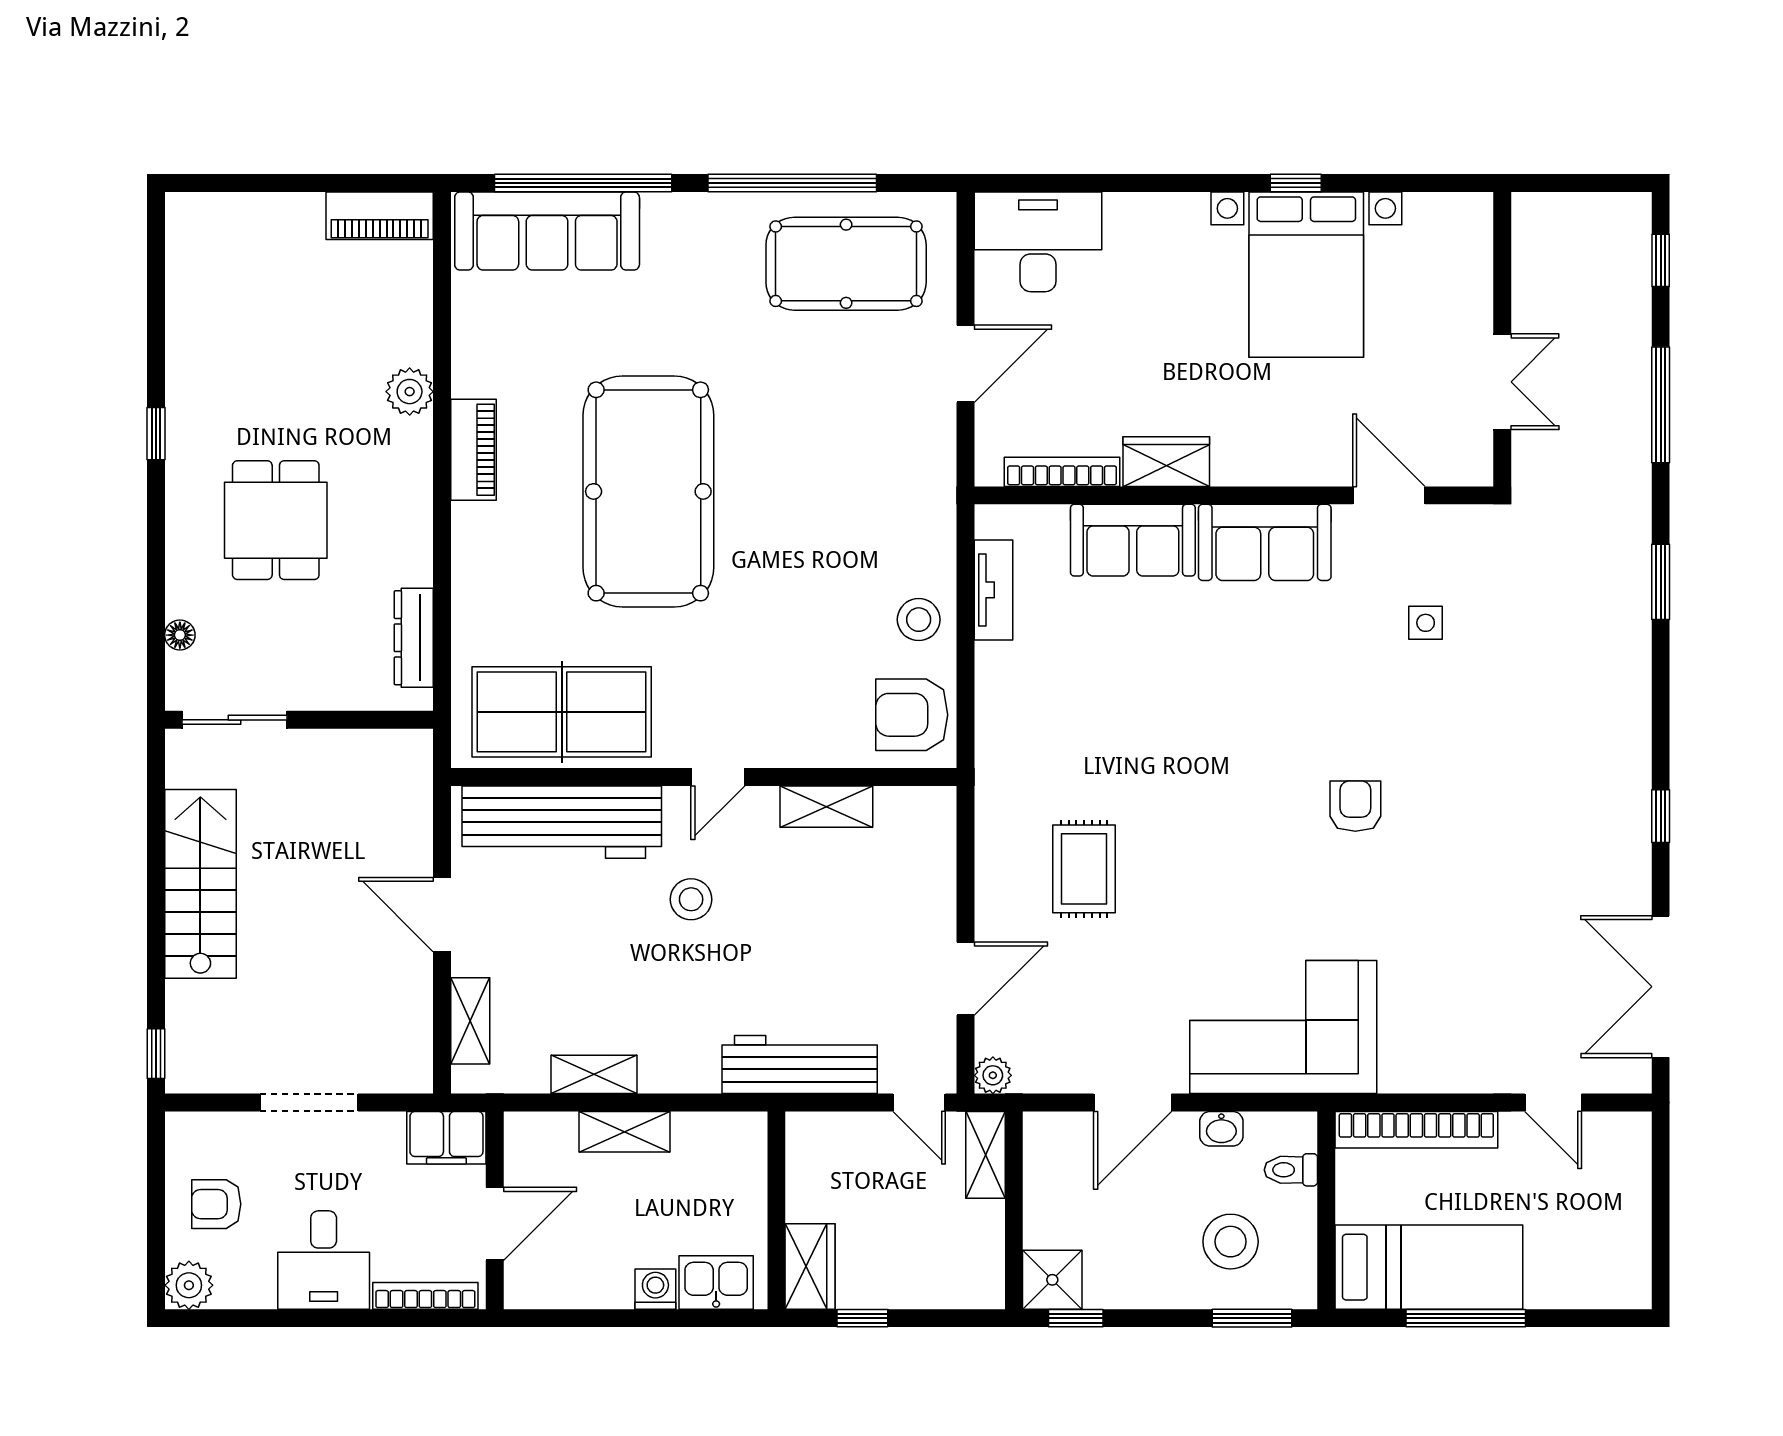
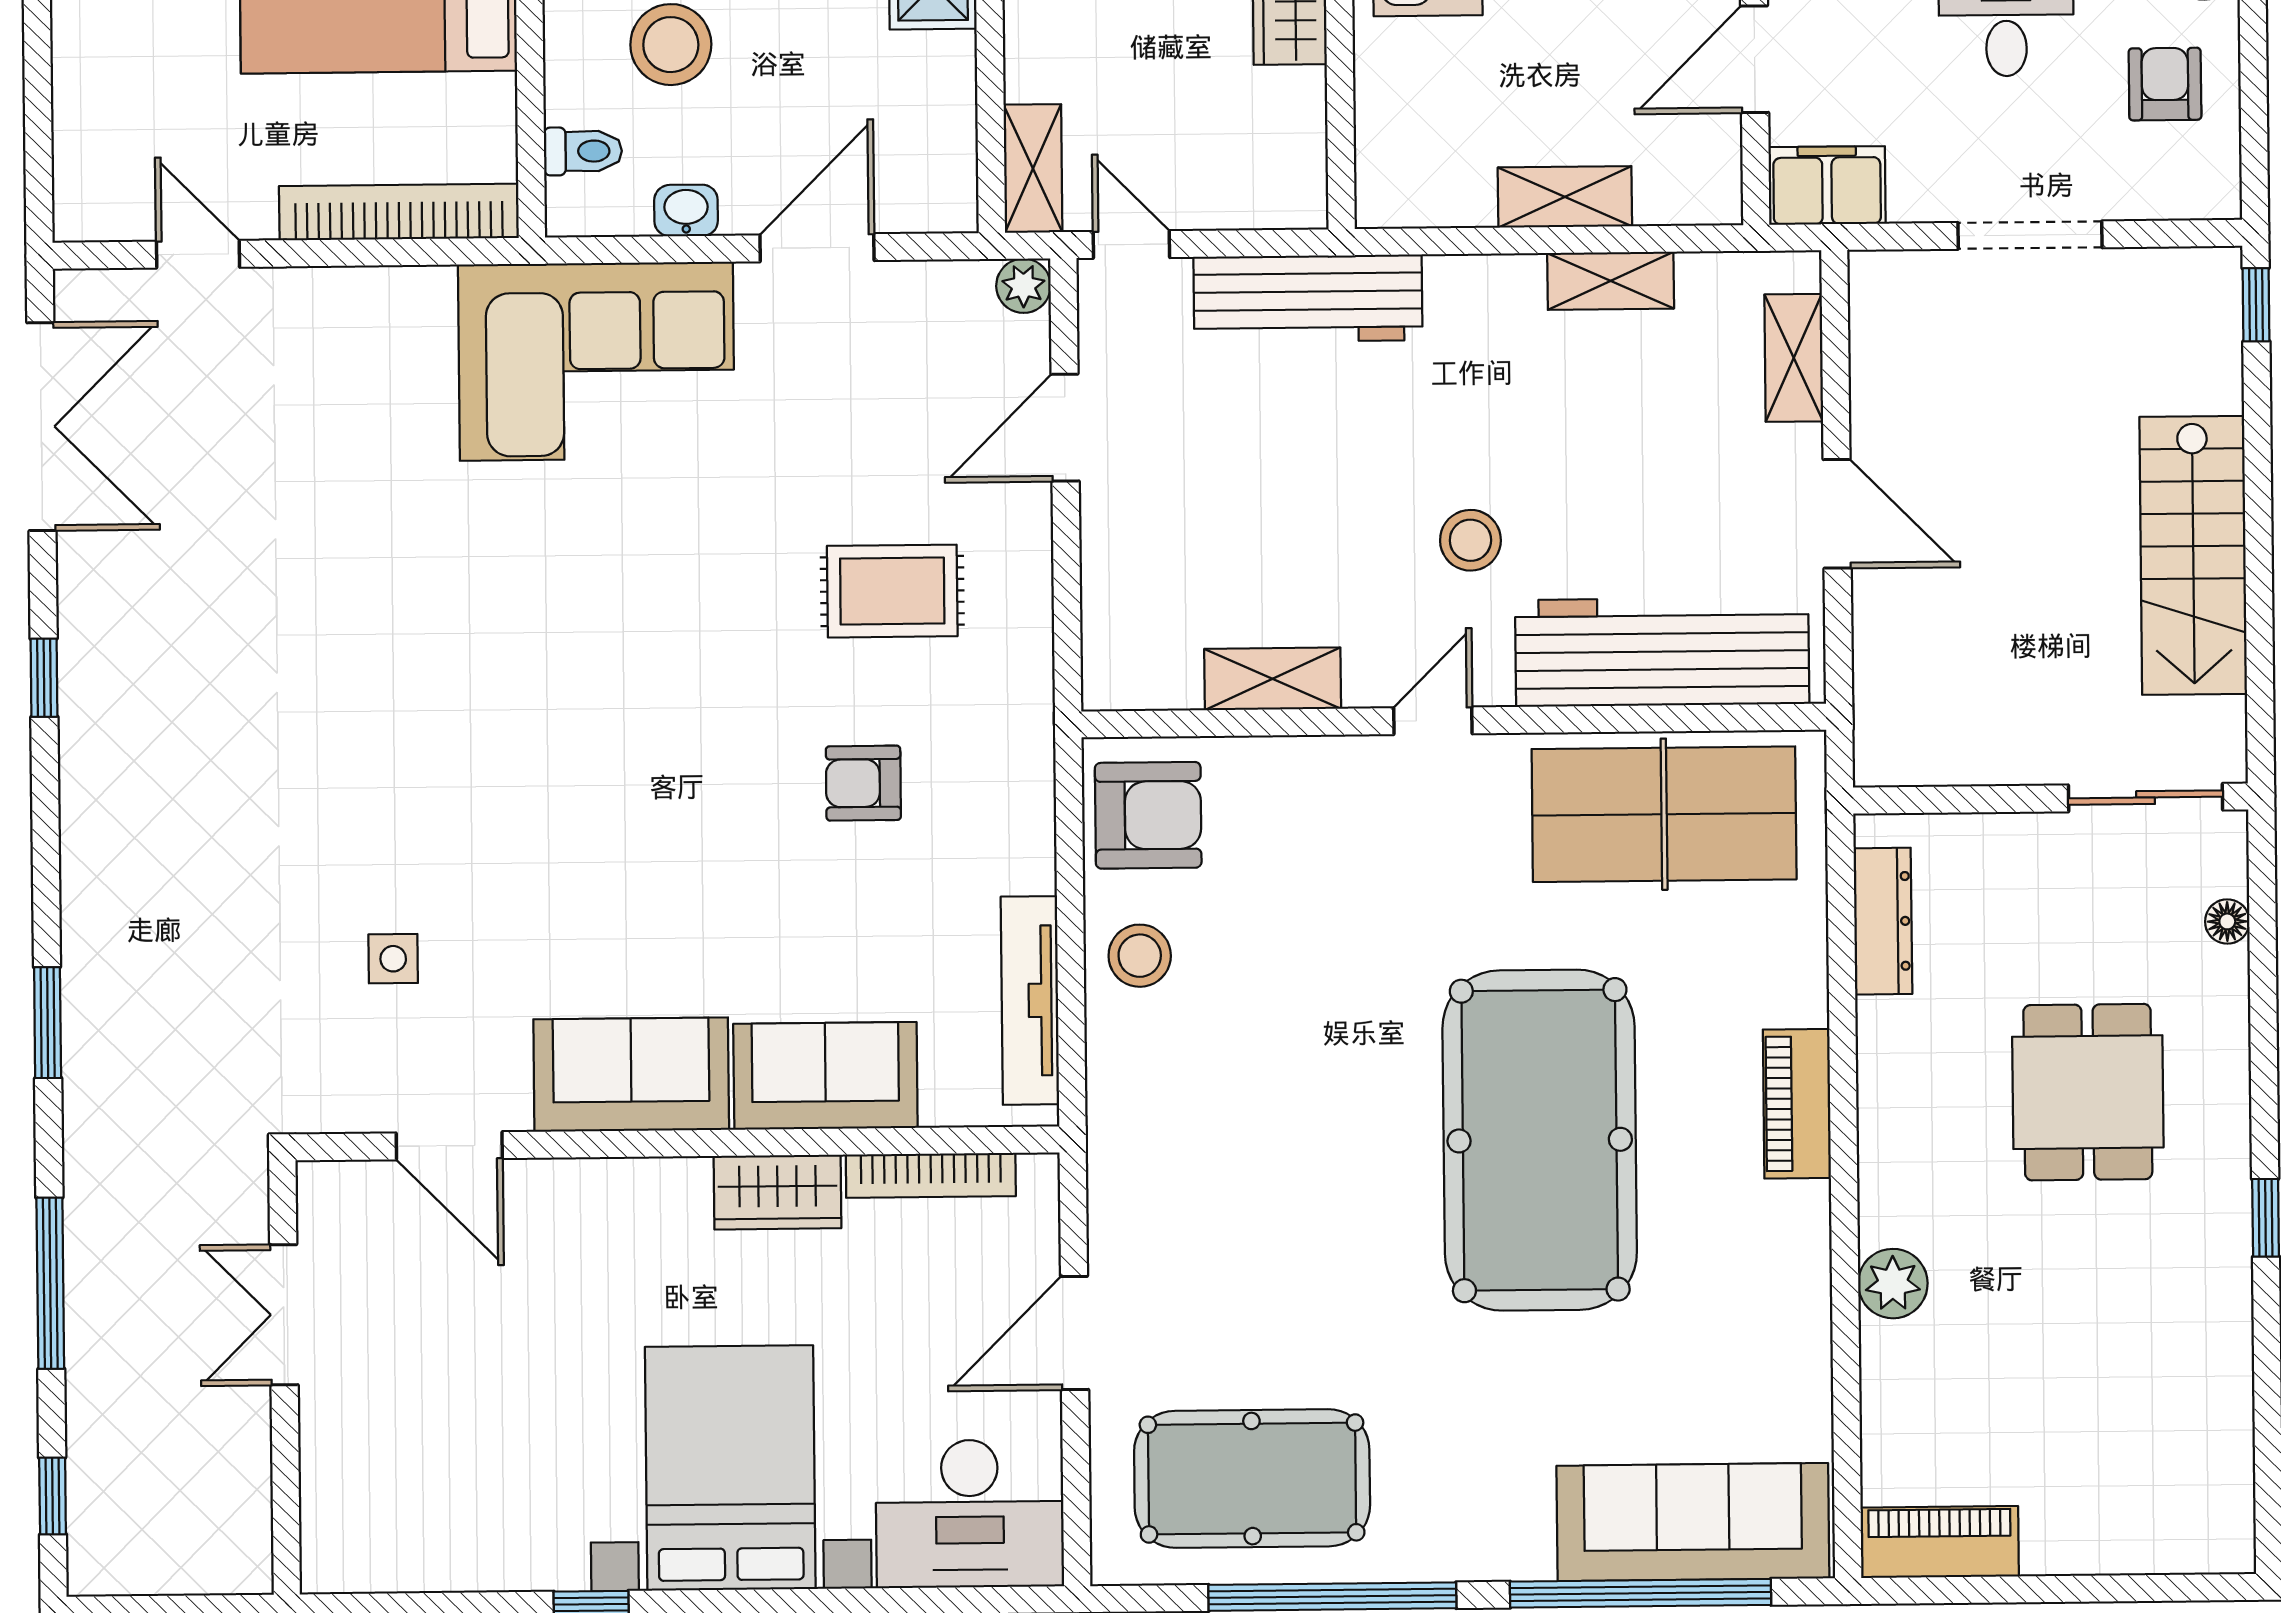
bed with nightstands: (1306, 275) -> (730, 1468), moved
piano: (473, 450) -> (1797, 1104), moved
tv unit: (993, 590) -> (1030, 1000), width x1.41
armchair: (1355, 806) -> (863, 783), moved, turned 90
rug: (1084, 869) -> (892, 591), turned 90
armchair: (216, 1204) -> (2165, 84), turned -90

